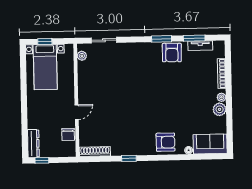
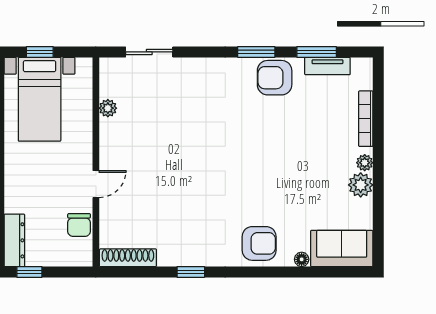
armchair: (172, 53) -> (275, 78), turned 89
plant: (82, 56) -> (108, 108), moved

